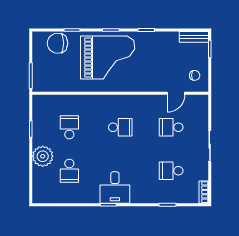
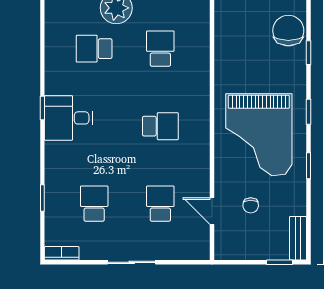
grand piano: (108, 58) -> (259, 135), moved
chair: (195, 75) -> (251, 205), moved
school desk: (69, 127) -> (160, 49), turned -90
school desk: (120, 127) -> (160, 126), turned -90

